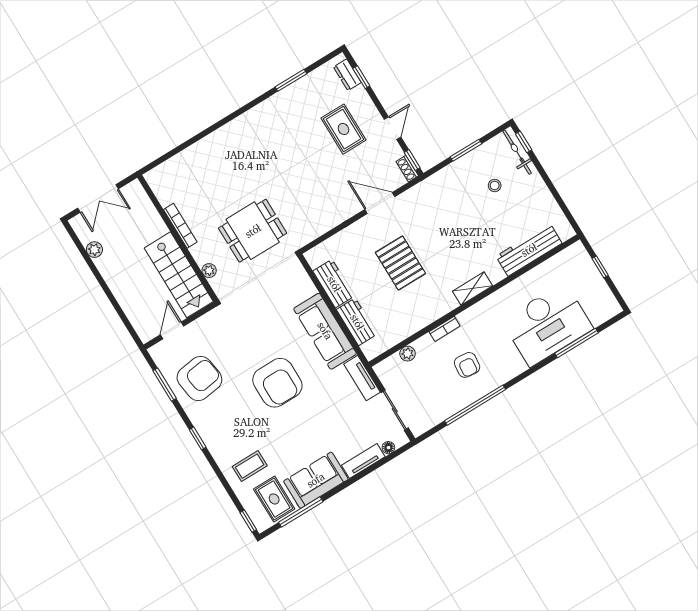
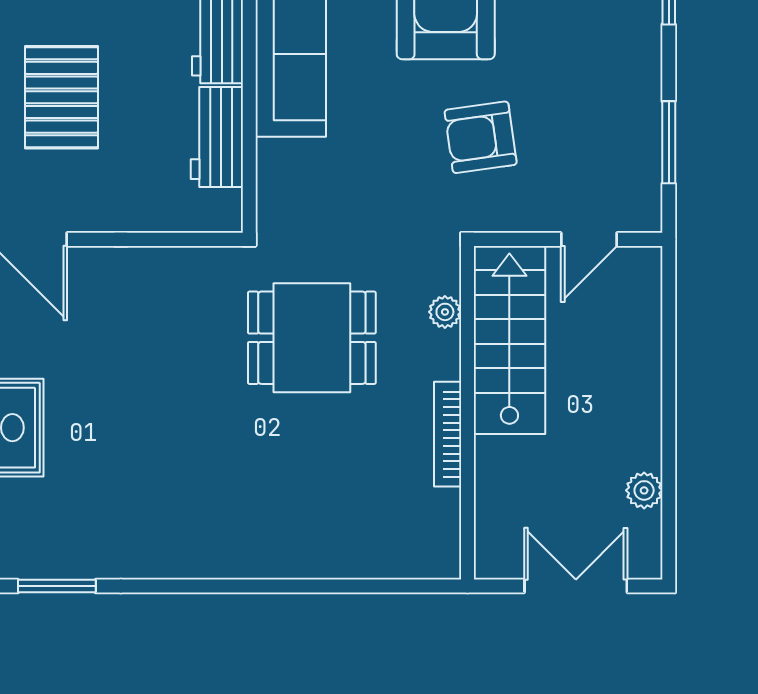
armchair: (199, 378) -> (481, 137), moved, width x0.73, depth x0.73

